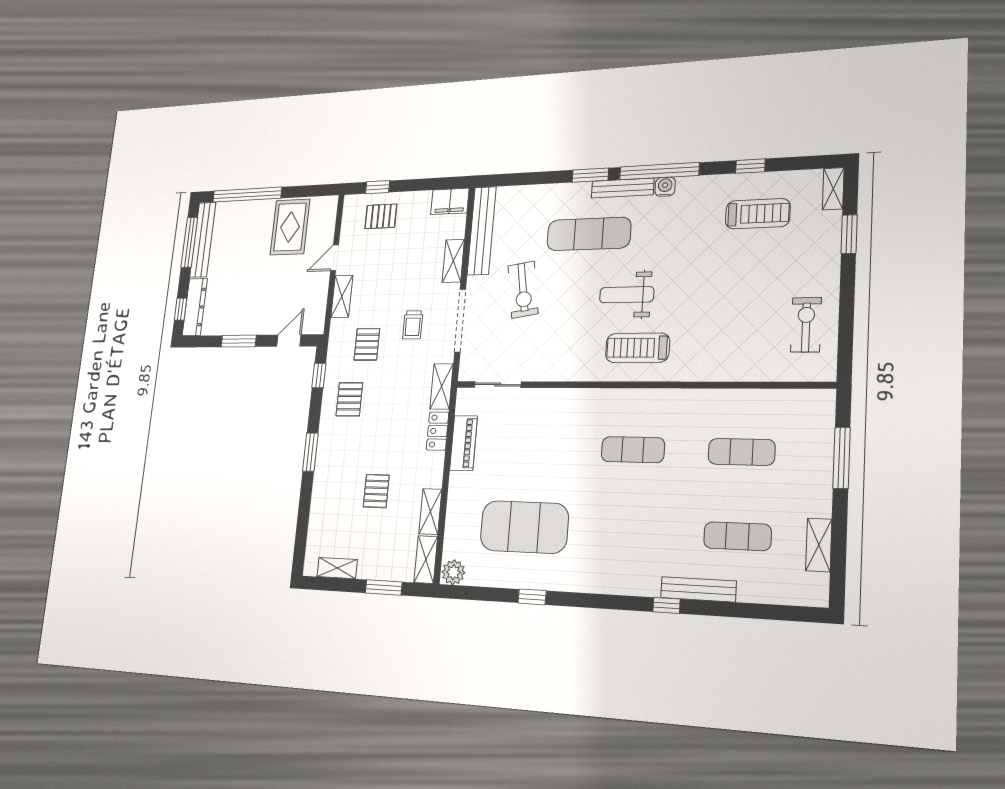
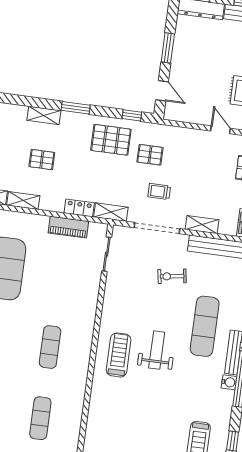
exercise bike: (523, 290) -> (172, 276), width x0.73, depth x0.72
shelving: (342, 296) -> (44, 115), moved
pallet: (349, 399) -> (111, 140), width x1.50, depth x1.42

